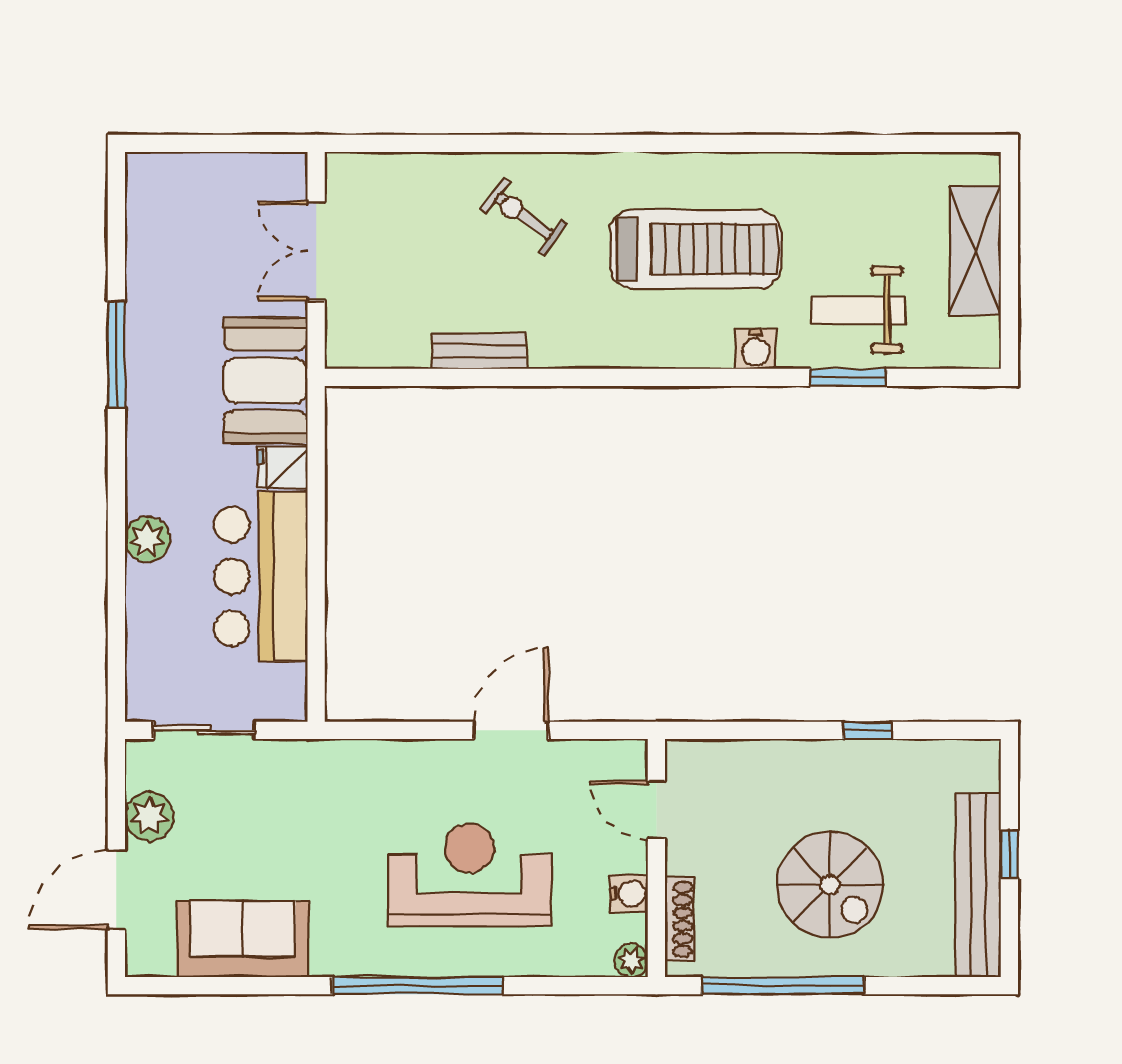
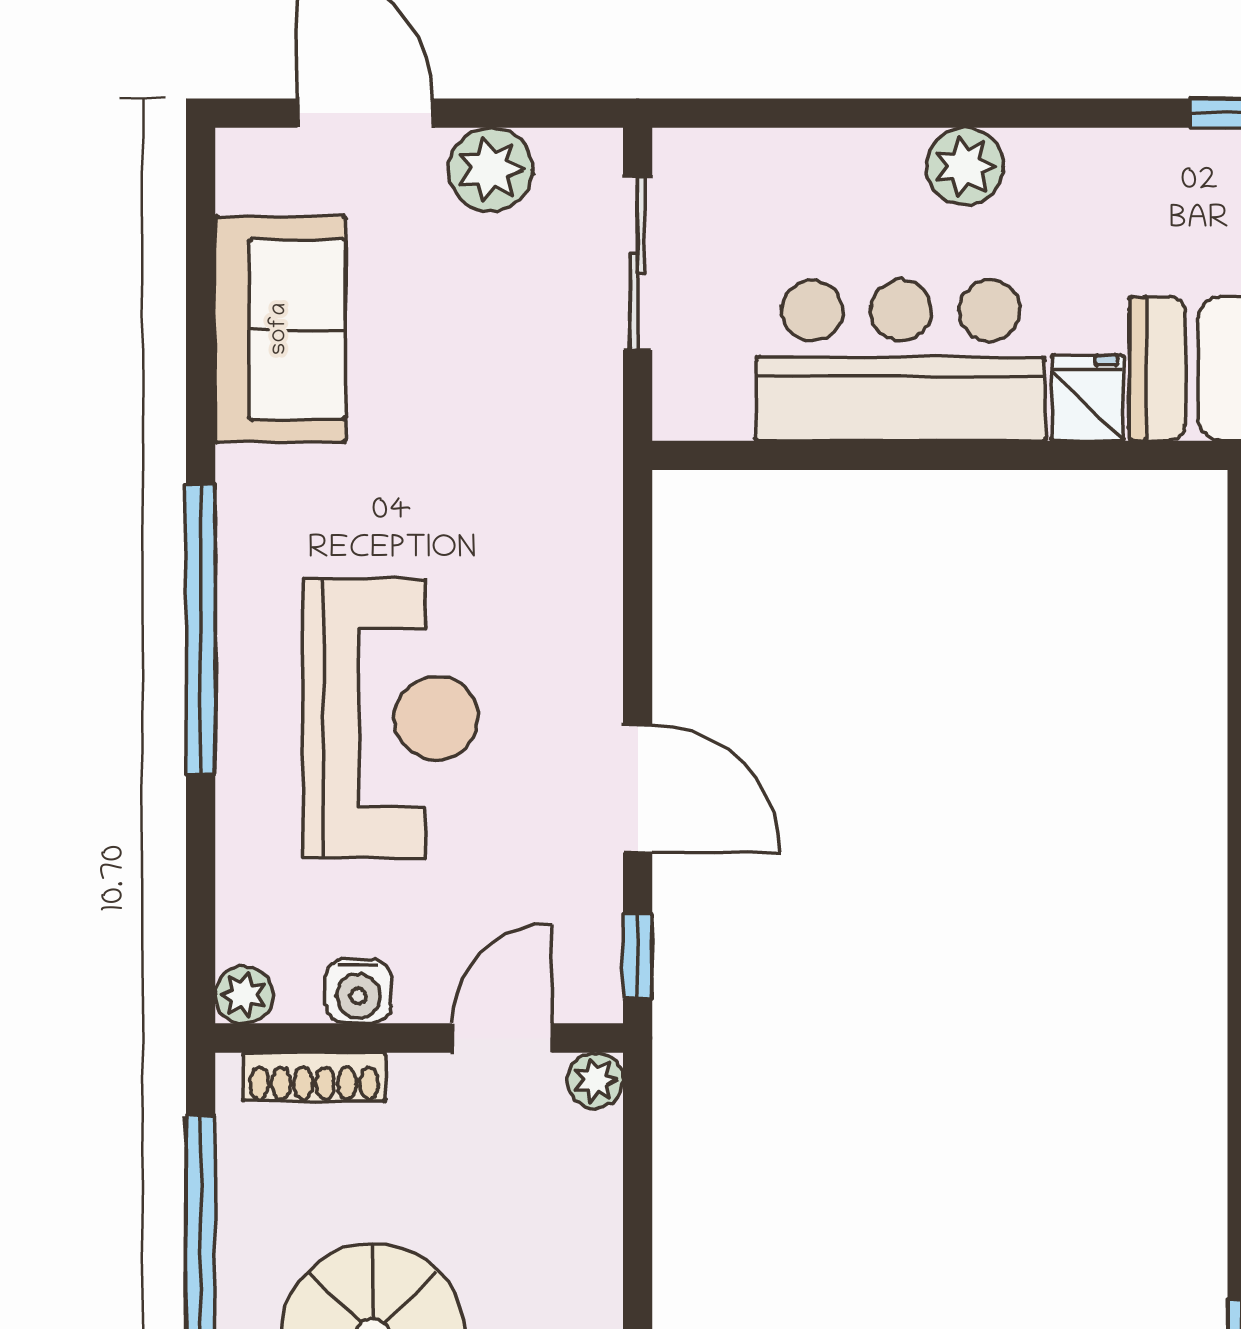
window: (609, 730) -> (638, 956), added
plant: (681, 755) -> (595, 1080), added

